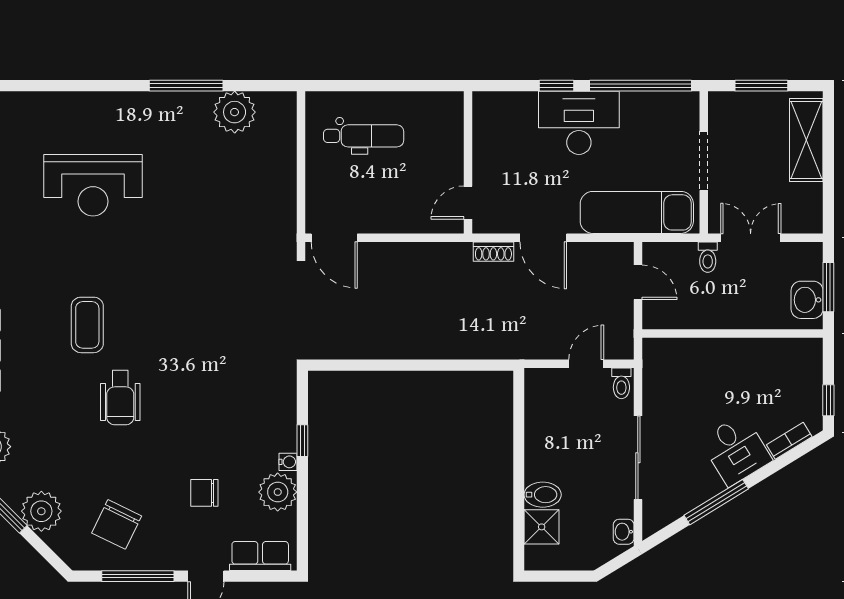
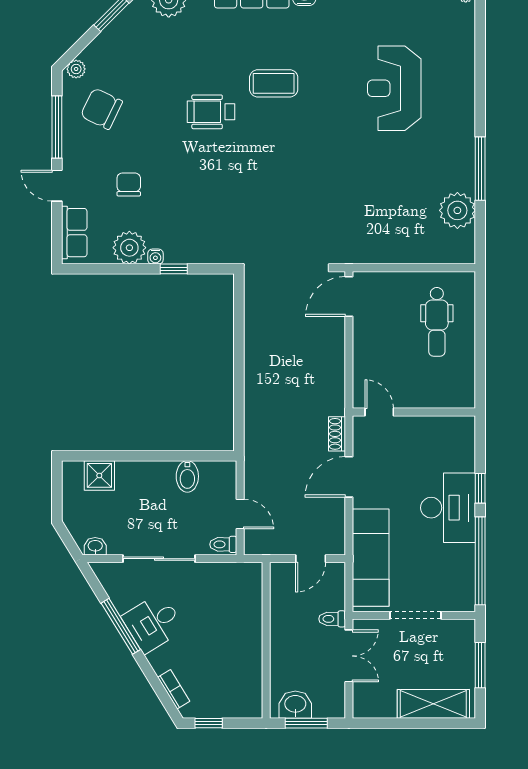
desk: (736, 450) -> (153, 623), moved
bidet: (543, 495) -> (187, 476), moved
plant: (41, 511) -> (76, 69), moved, width x0.53, depth x0.53

